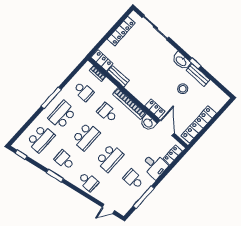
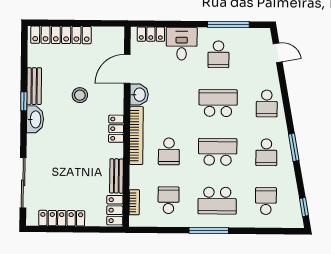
stool: (183, 89) -> (80, 95), moved
locker: (155, 109) -> (116, 129), moved
locker: (199, 124) -> (61, 35), moved
school desk: (41, 139) -> (266, 201), width x0.54
school desk: (88, 182) -> (267, 103), turned 180

